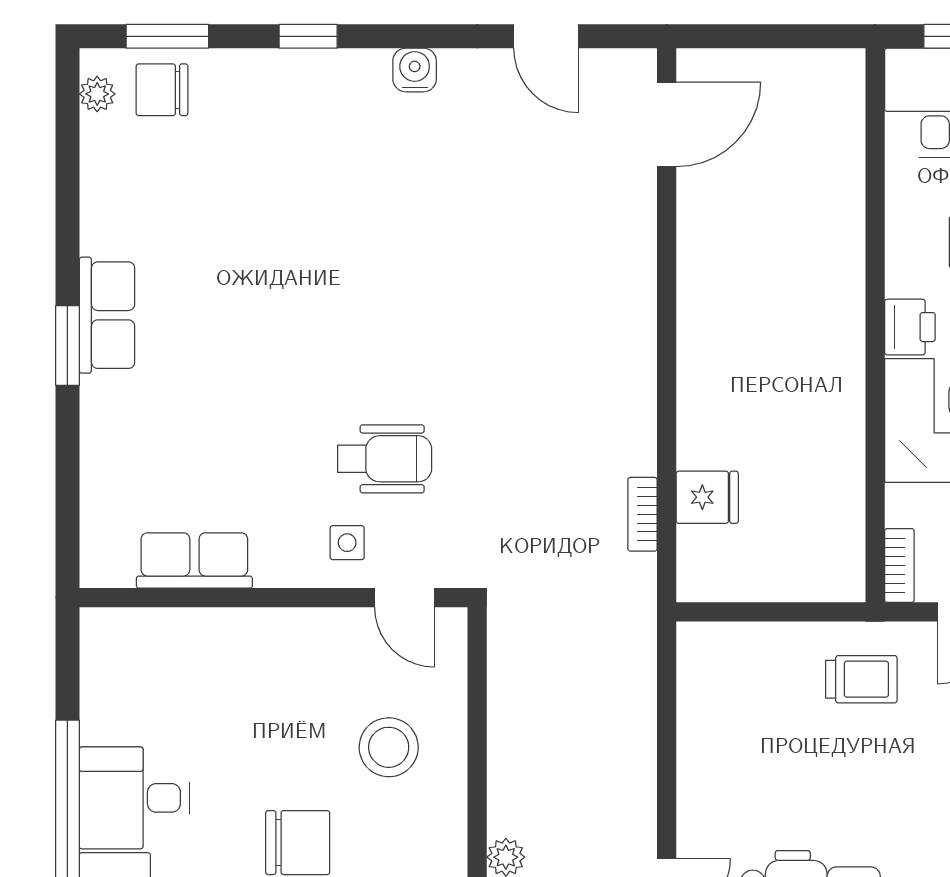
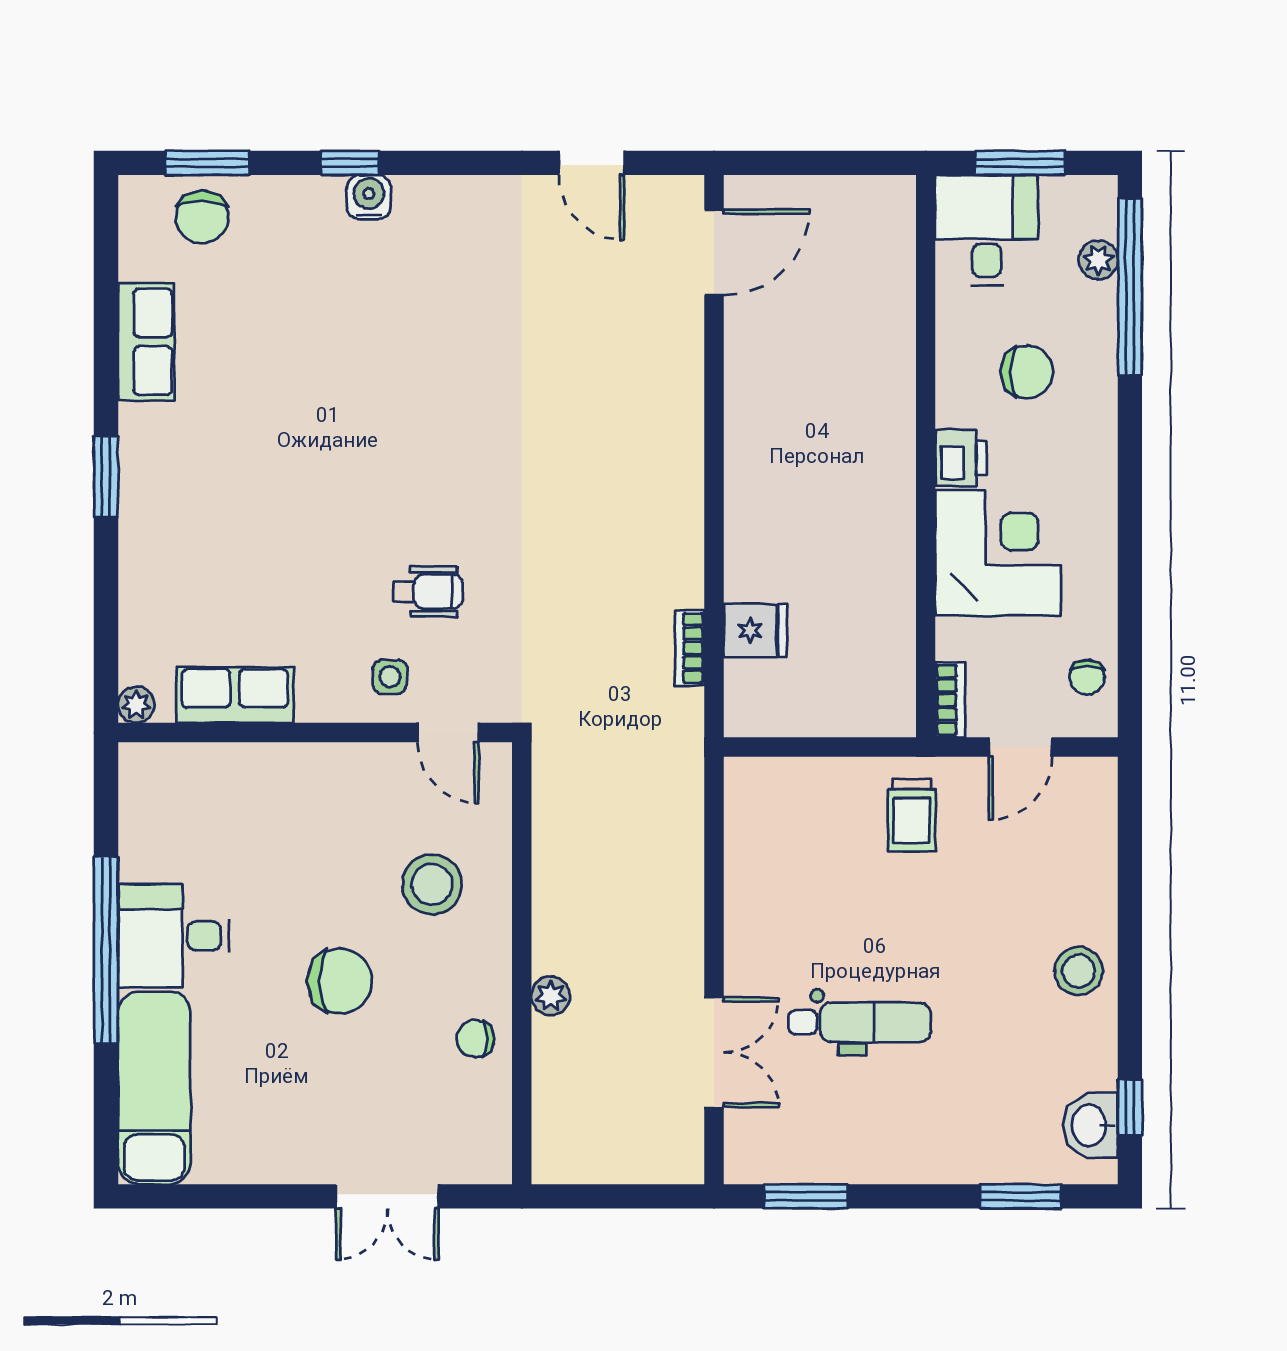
water cooler: (415, 70) -> (369, 197), moved
chair: (162, 90) -> (202, 217), turned -90
plant: (97, 94) -> (136, 705), moved
row of seats: (107, 315) -> (146, 342), moved
wheelchair: (385, 459) -> (428, 592), width x0.73, depth x0.73
trolley: (861, 679) -> (912, 815), turned 90

